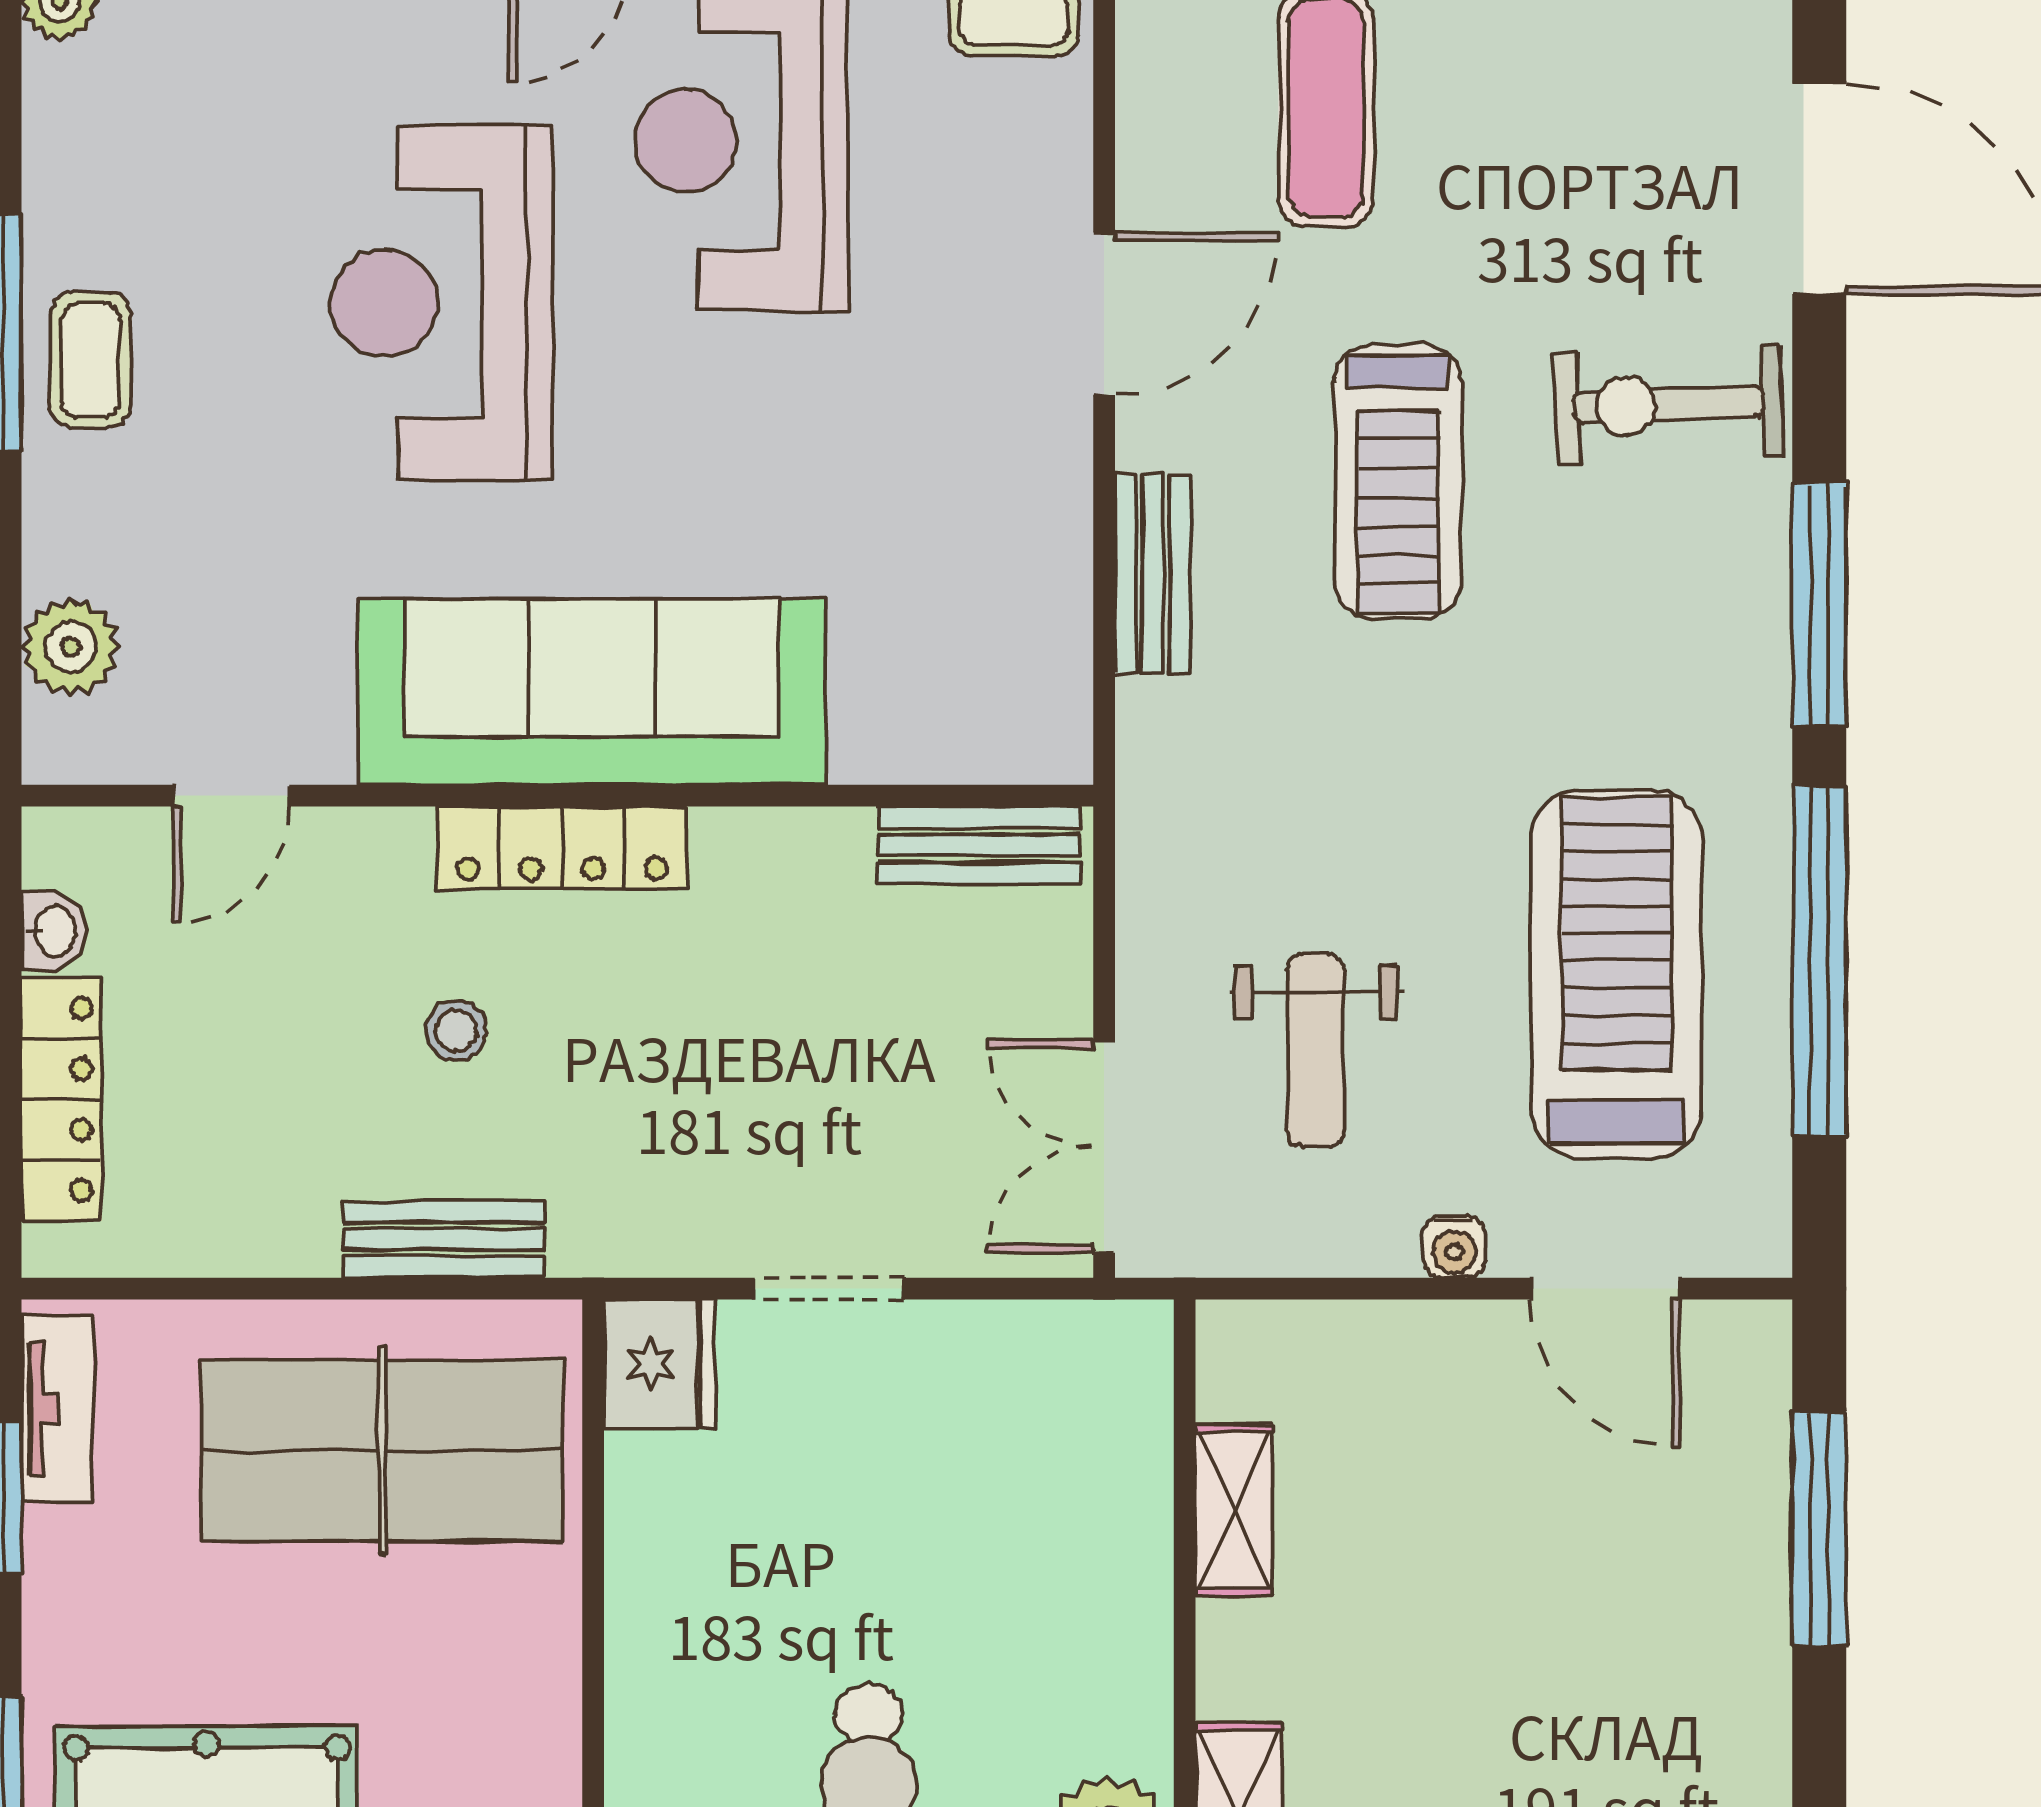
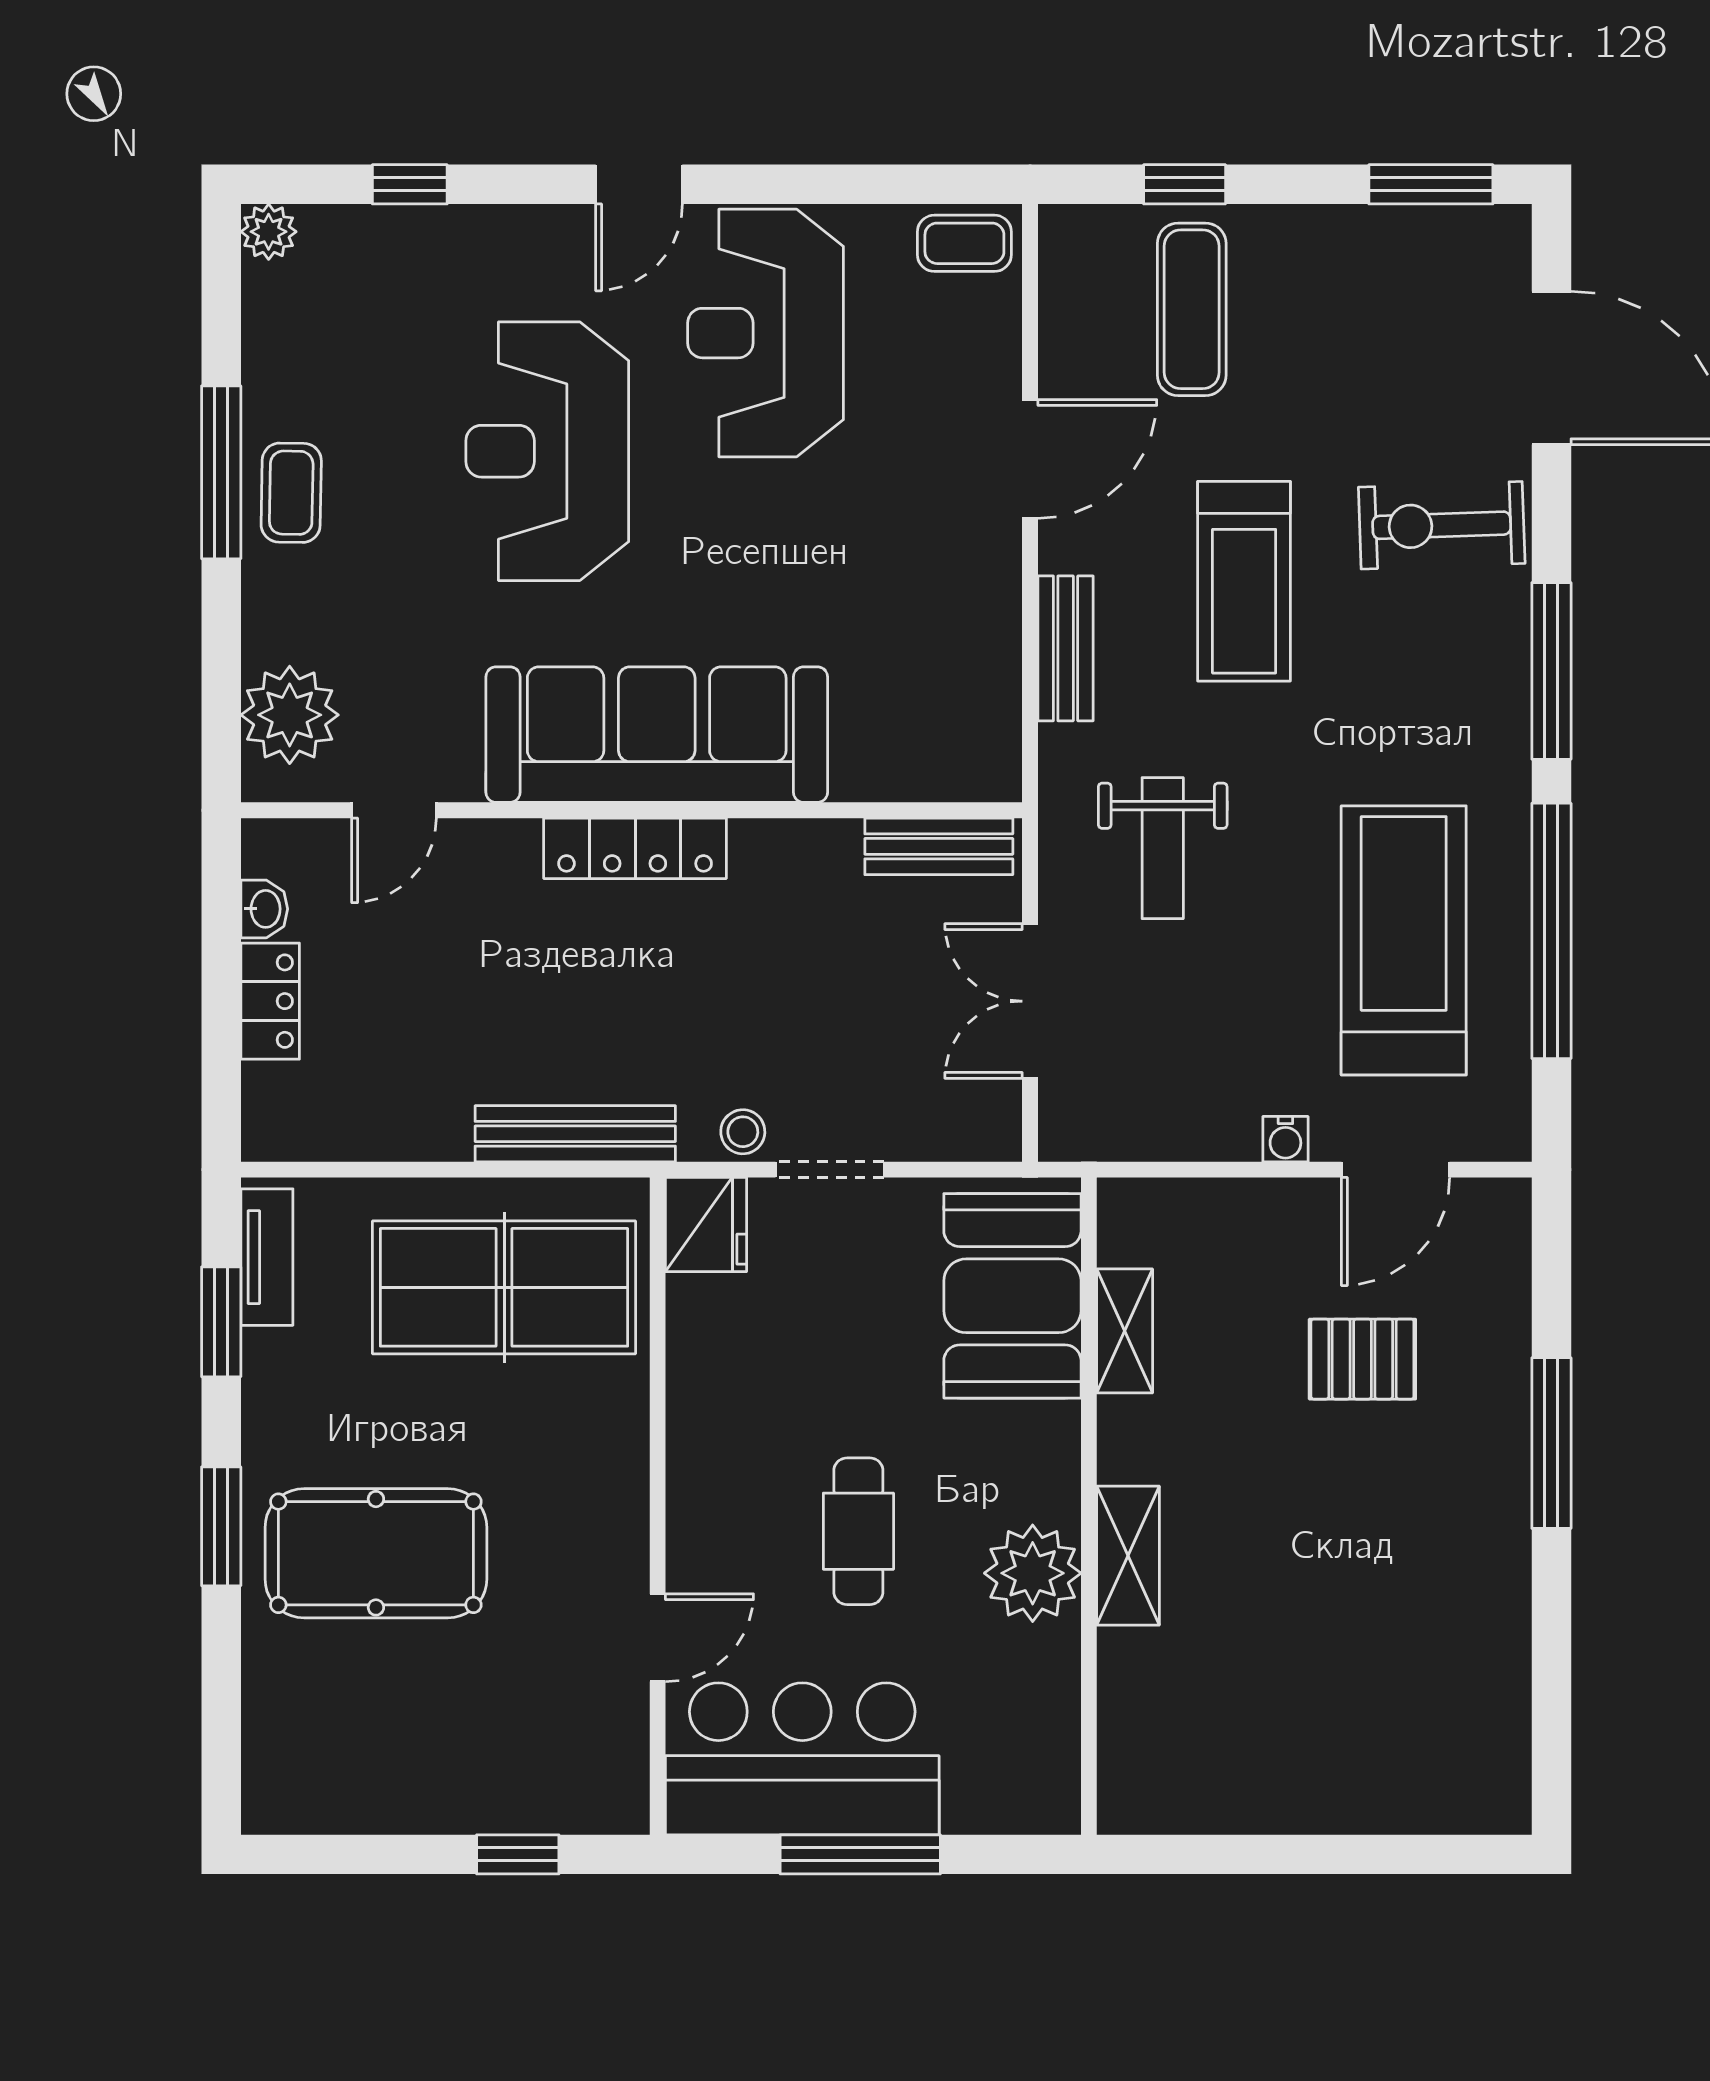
plant: (70, 647) -> (290, 715), width x1.36, depth x1.36
stool: (456, 1031) -> (743, 1132), moved
weight bench: (1316, 1050) -> (1163, 848), moved
locker: (62, 1099) -> (270, 1001), width x0.66
double door: (1104, 1147) -> (1030, 1001), moved
bench: (444, 1239) -> (575, 1134), width x1.36
door: (1605, 1289) -> (1396, 1170), hinge flipped
booth: (1080, 1462) -> (1012, 1296), added
window: (1819, 1529) -> (1551, 1443), moved
pallet: (1560, 1549) -> (1362, 1359), added

